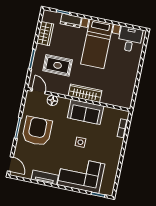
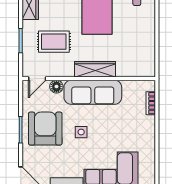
door: (39, 91) -> (37, 79), swing flipped
sofa: (86, 112) -> (93, 92), width x1.36
side table: (80, 142) -> (81, 132), moved

